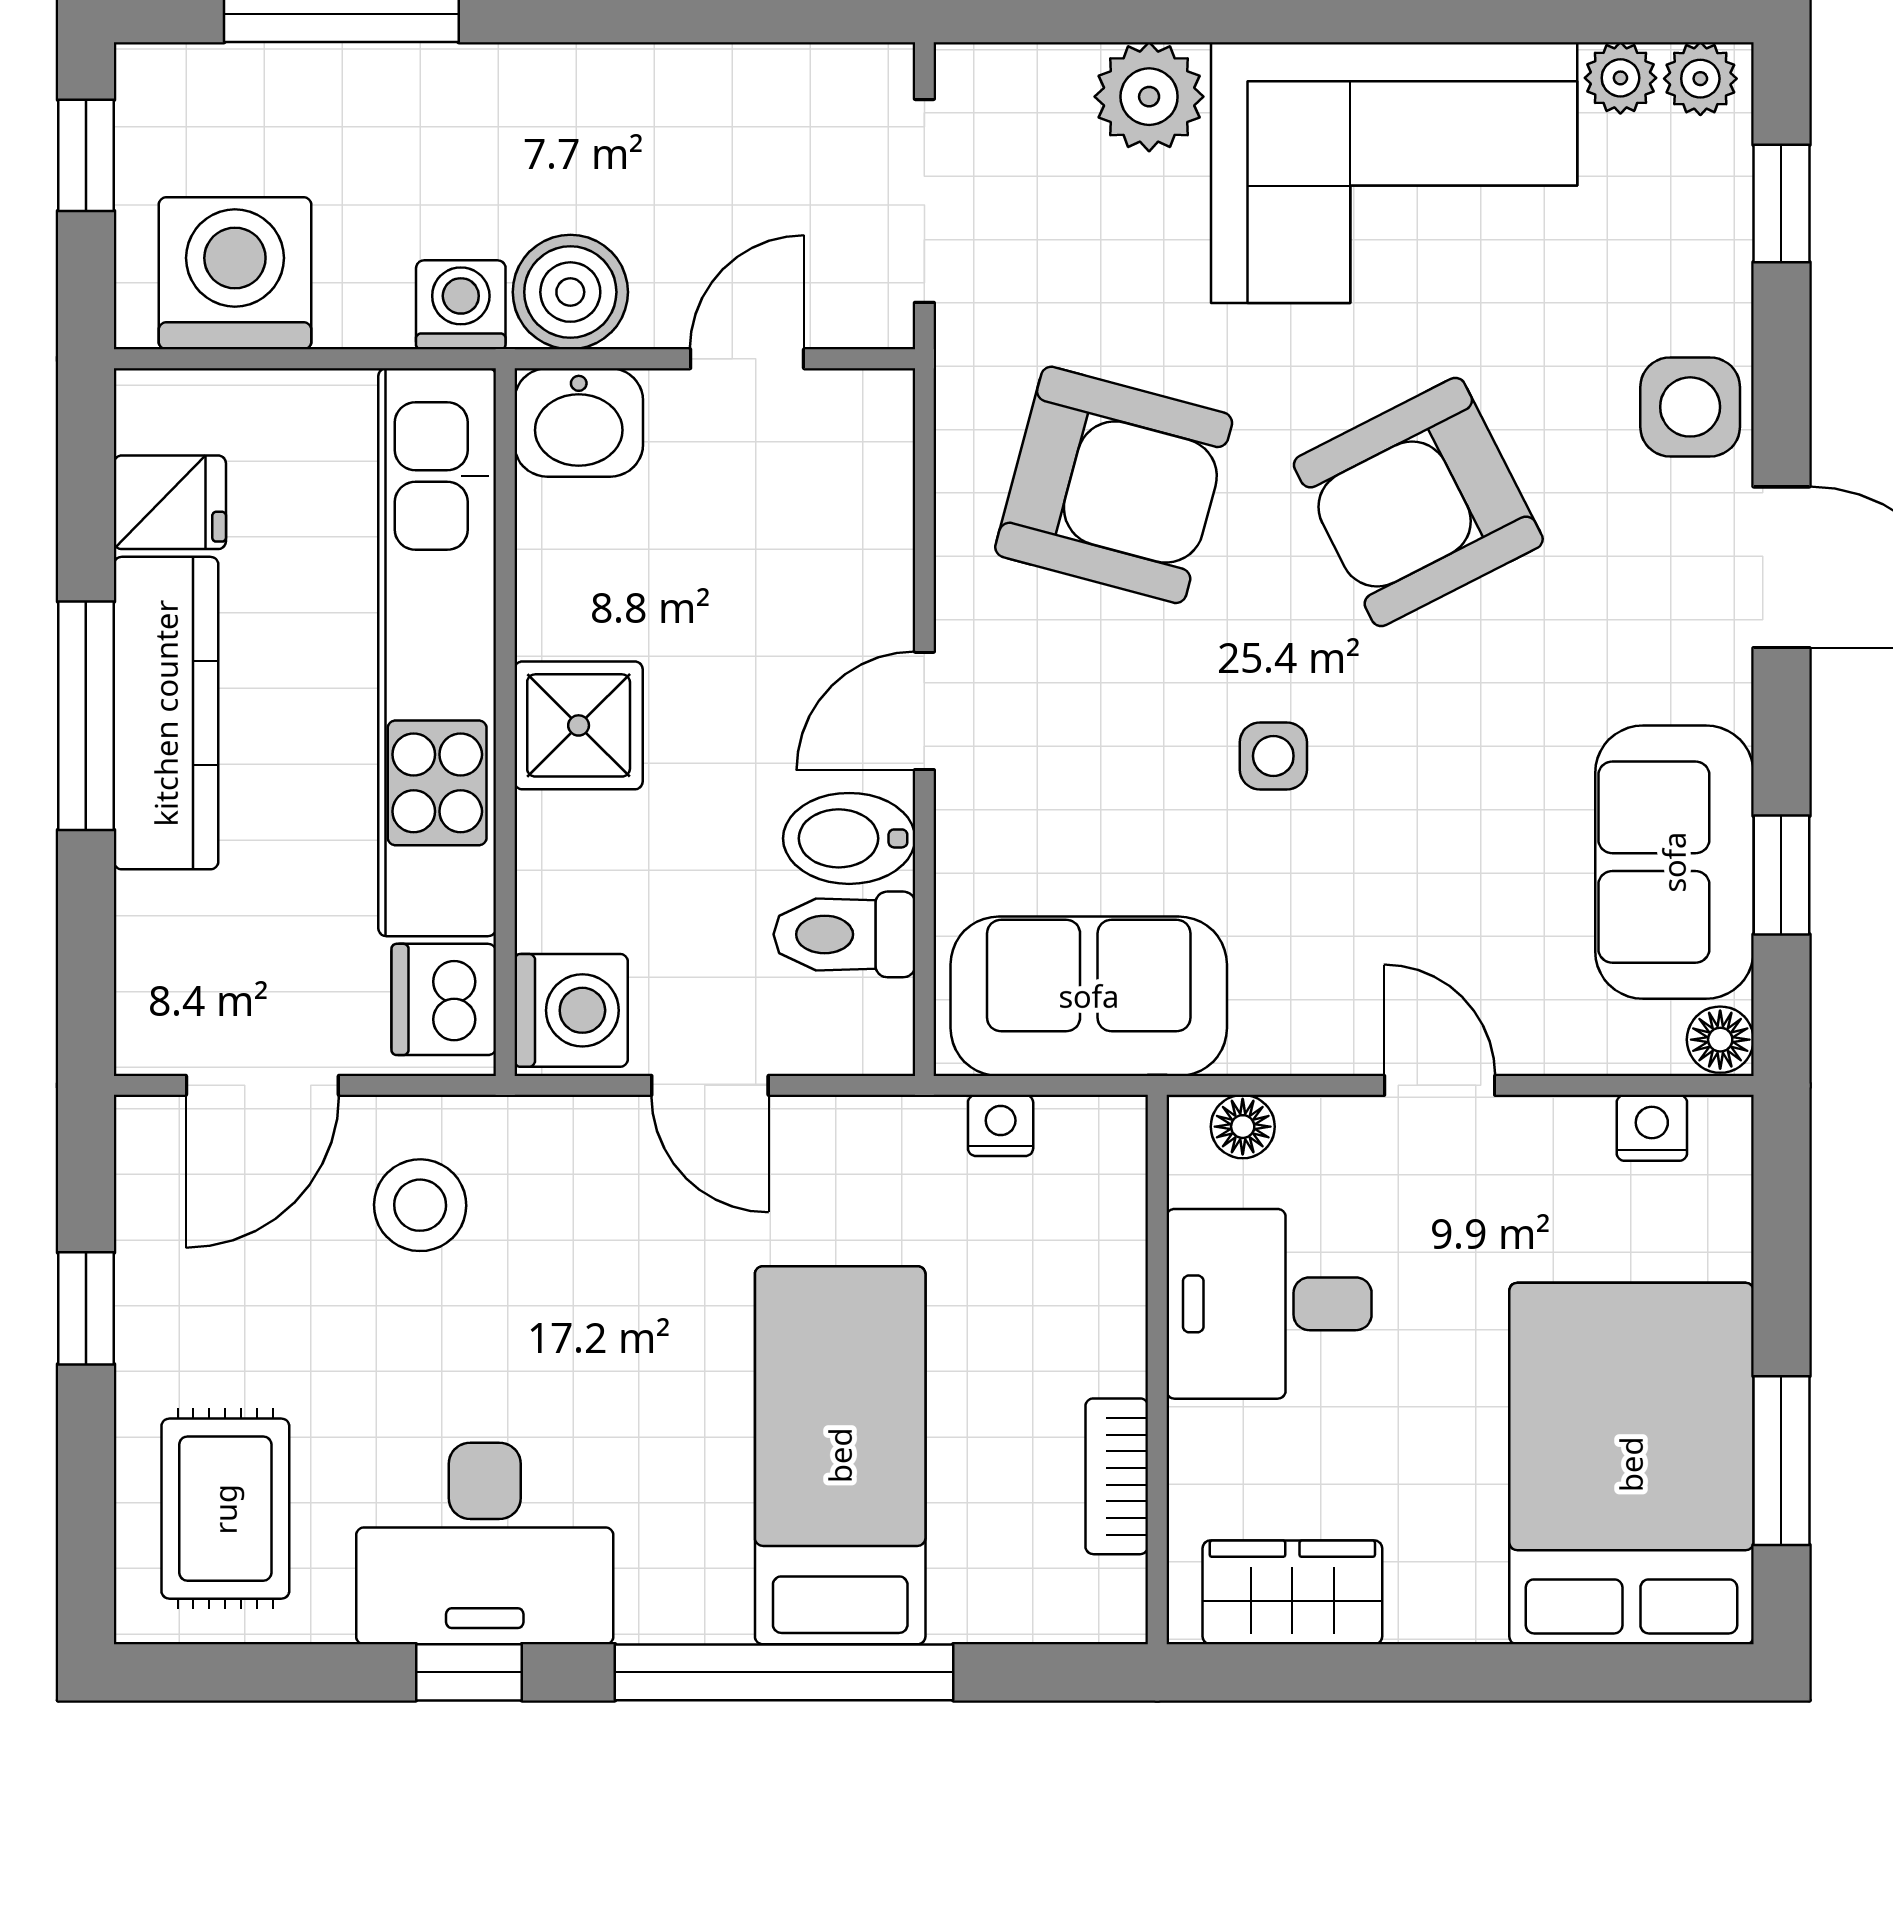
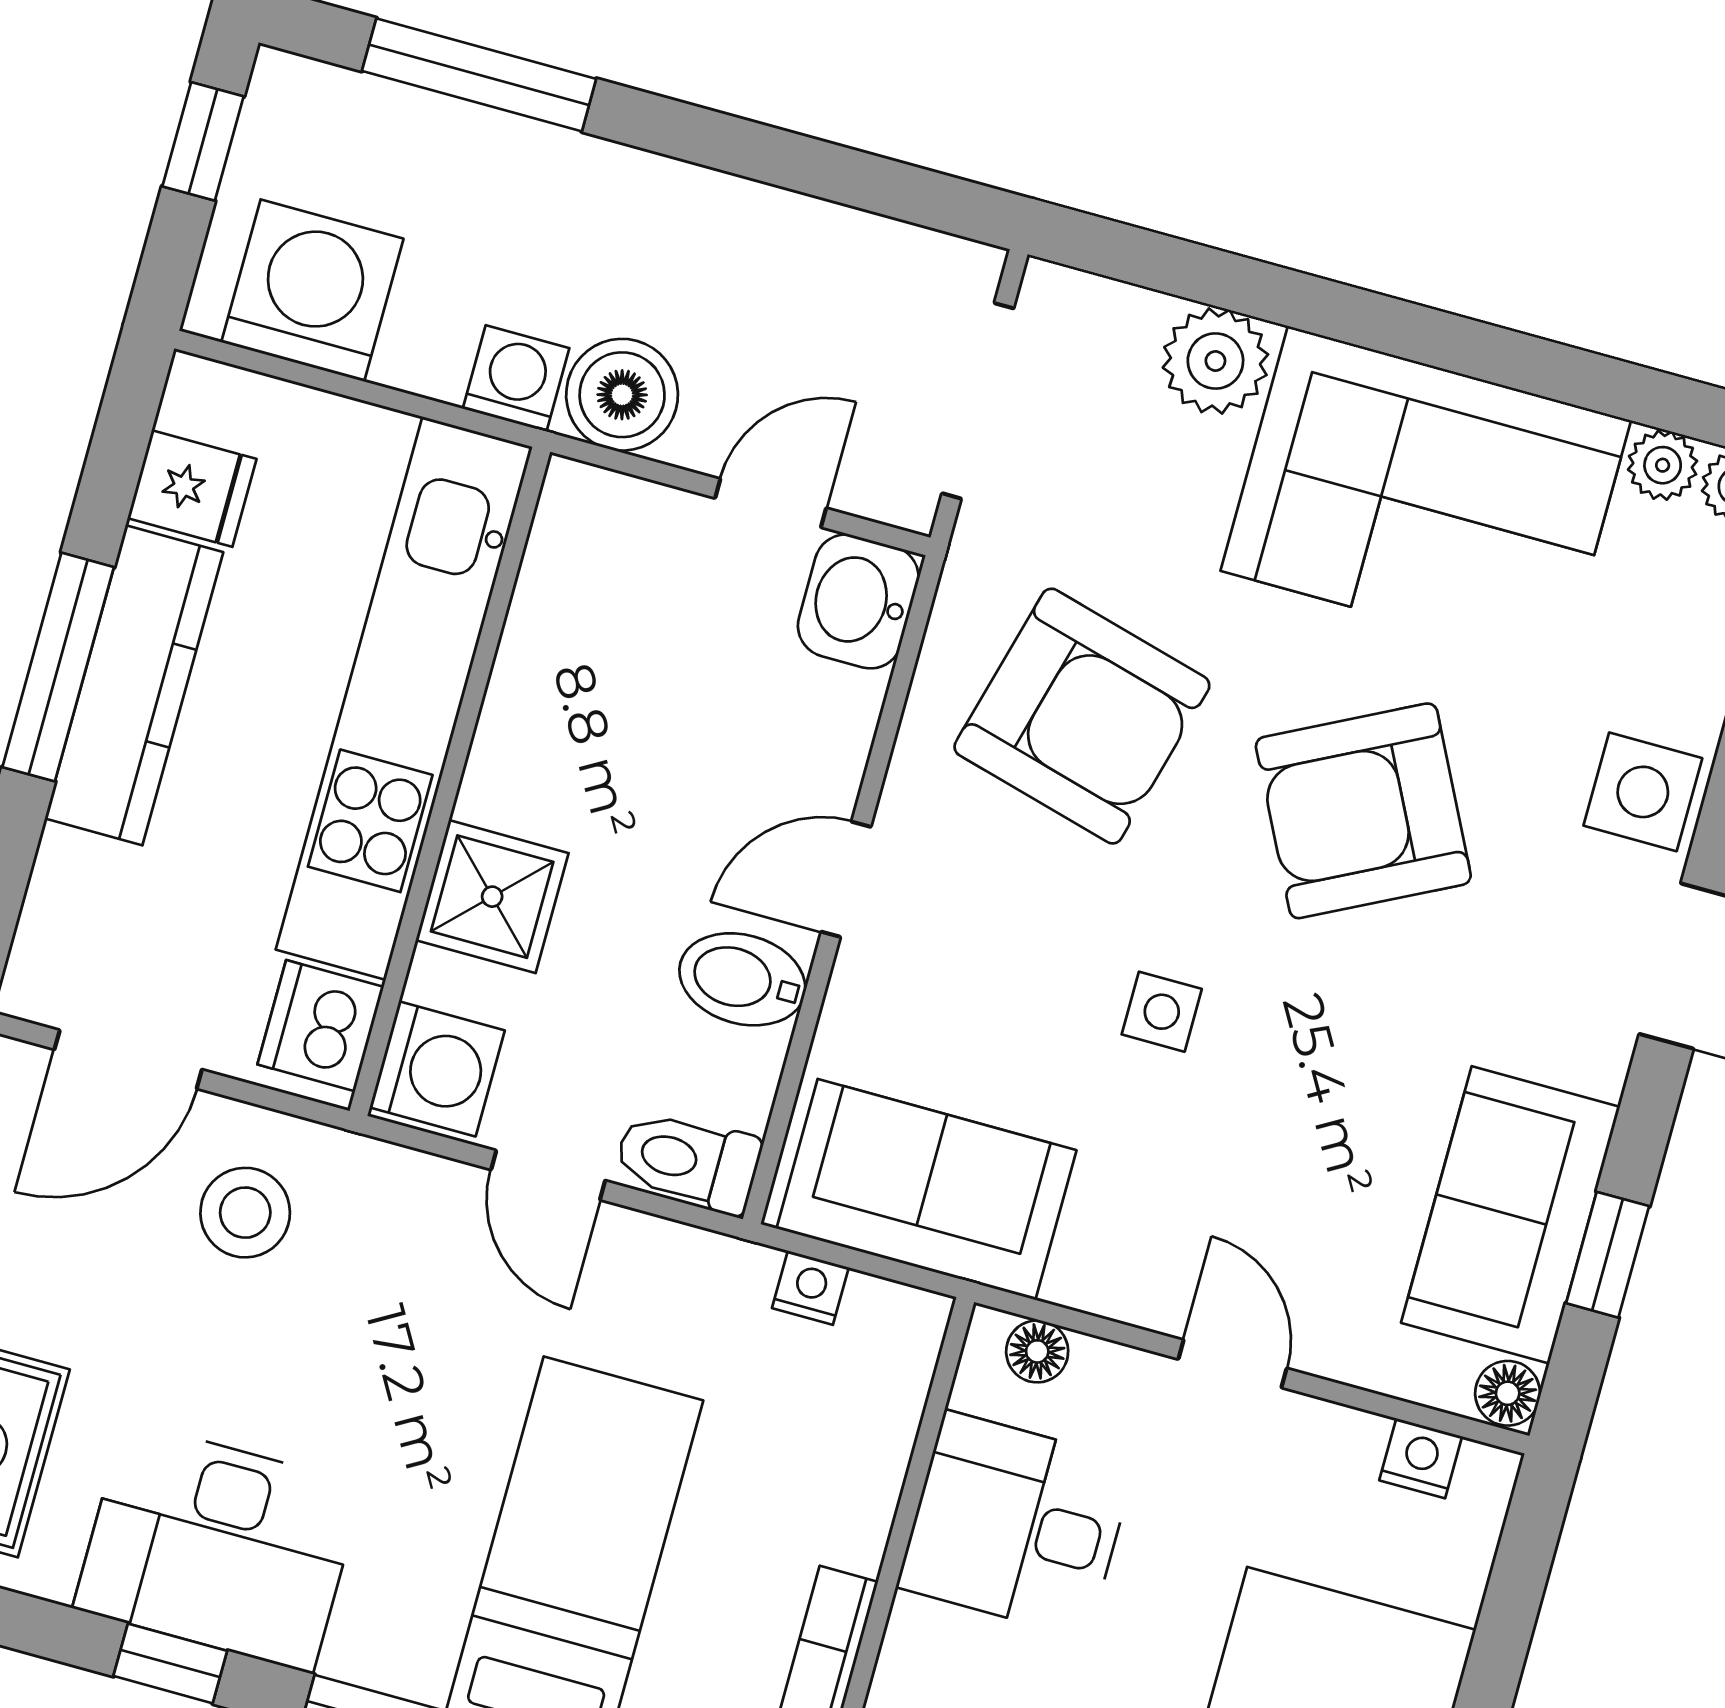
washbasin: (579, 422) -> (858, 601), moved, turned 90
shower: (579, 725) -> (492, 897), moved
toilet: (844, 934) -> (688, 1161), moved

